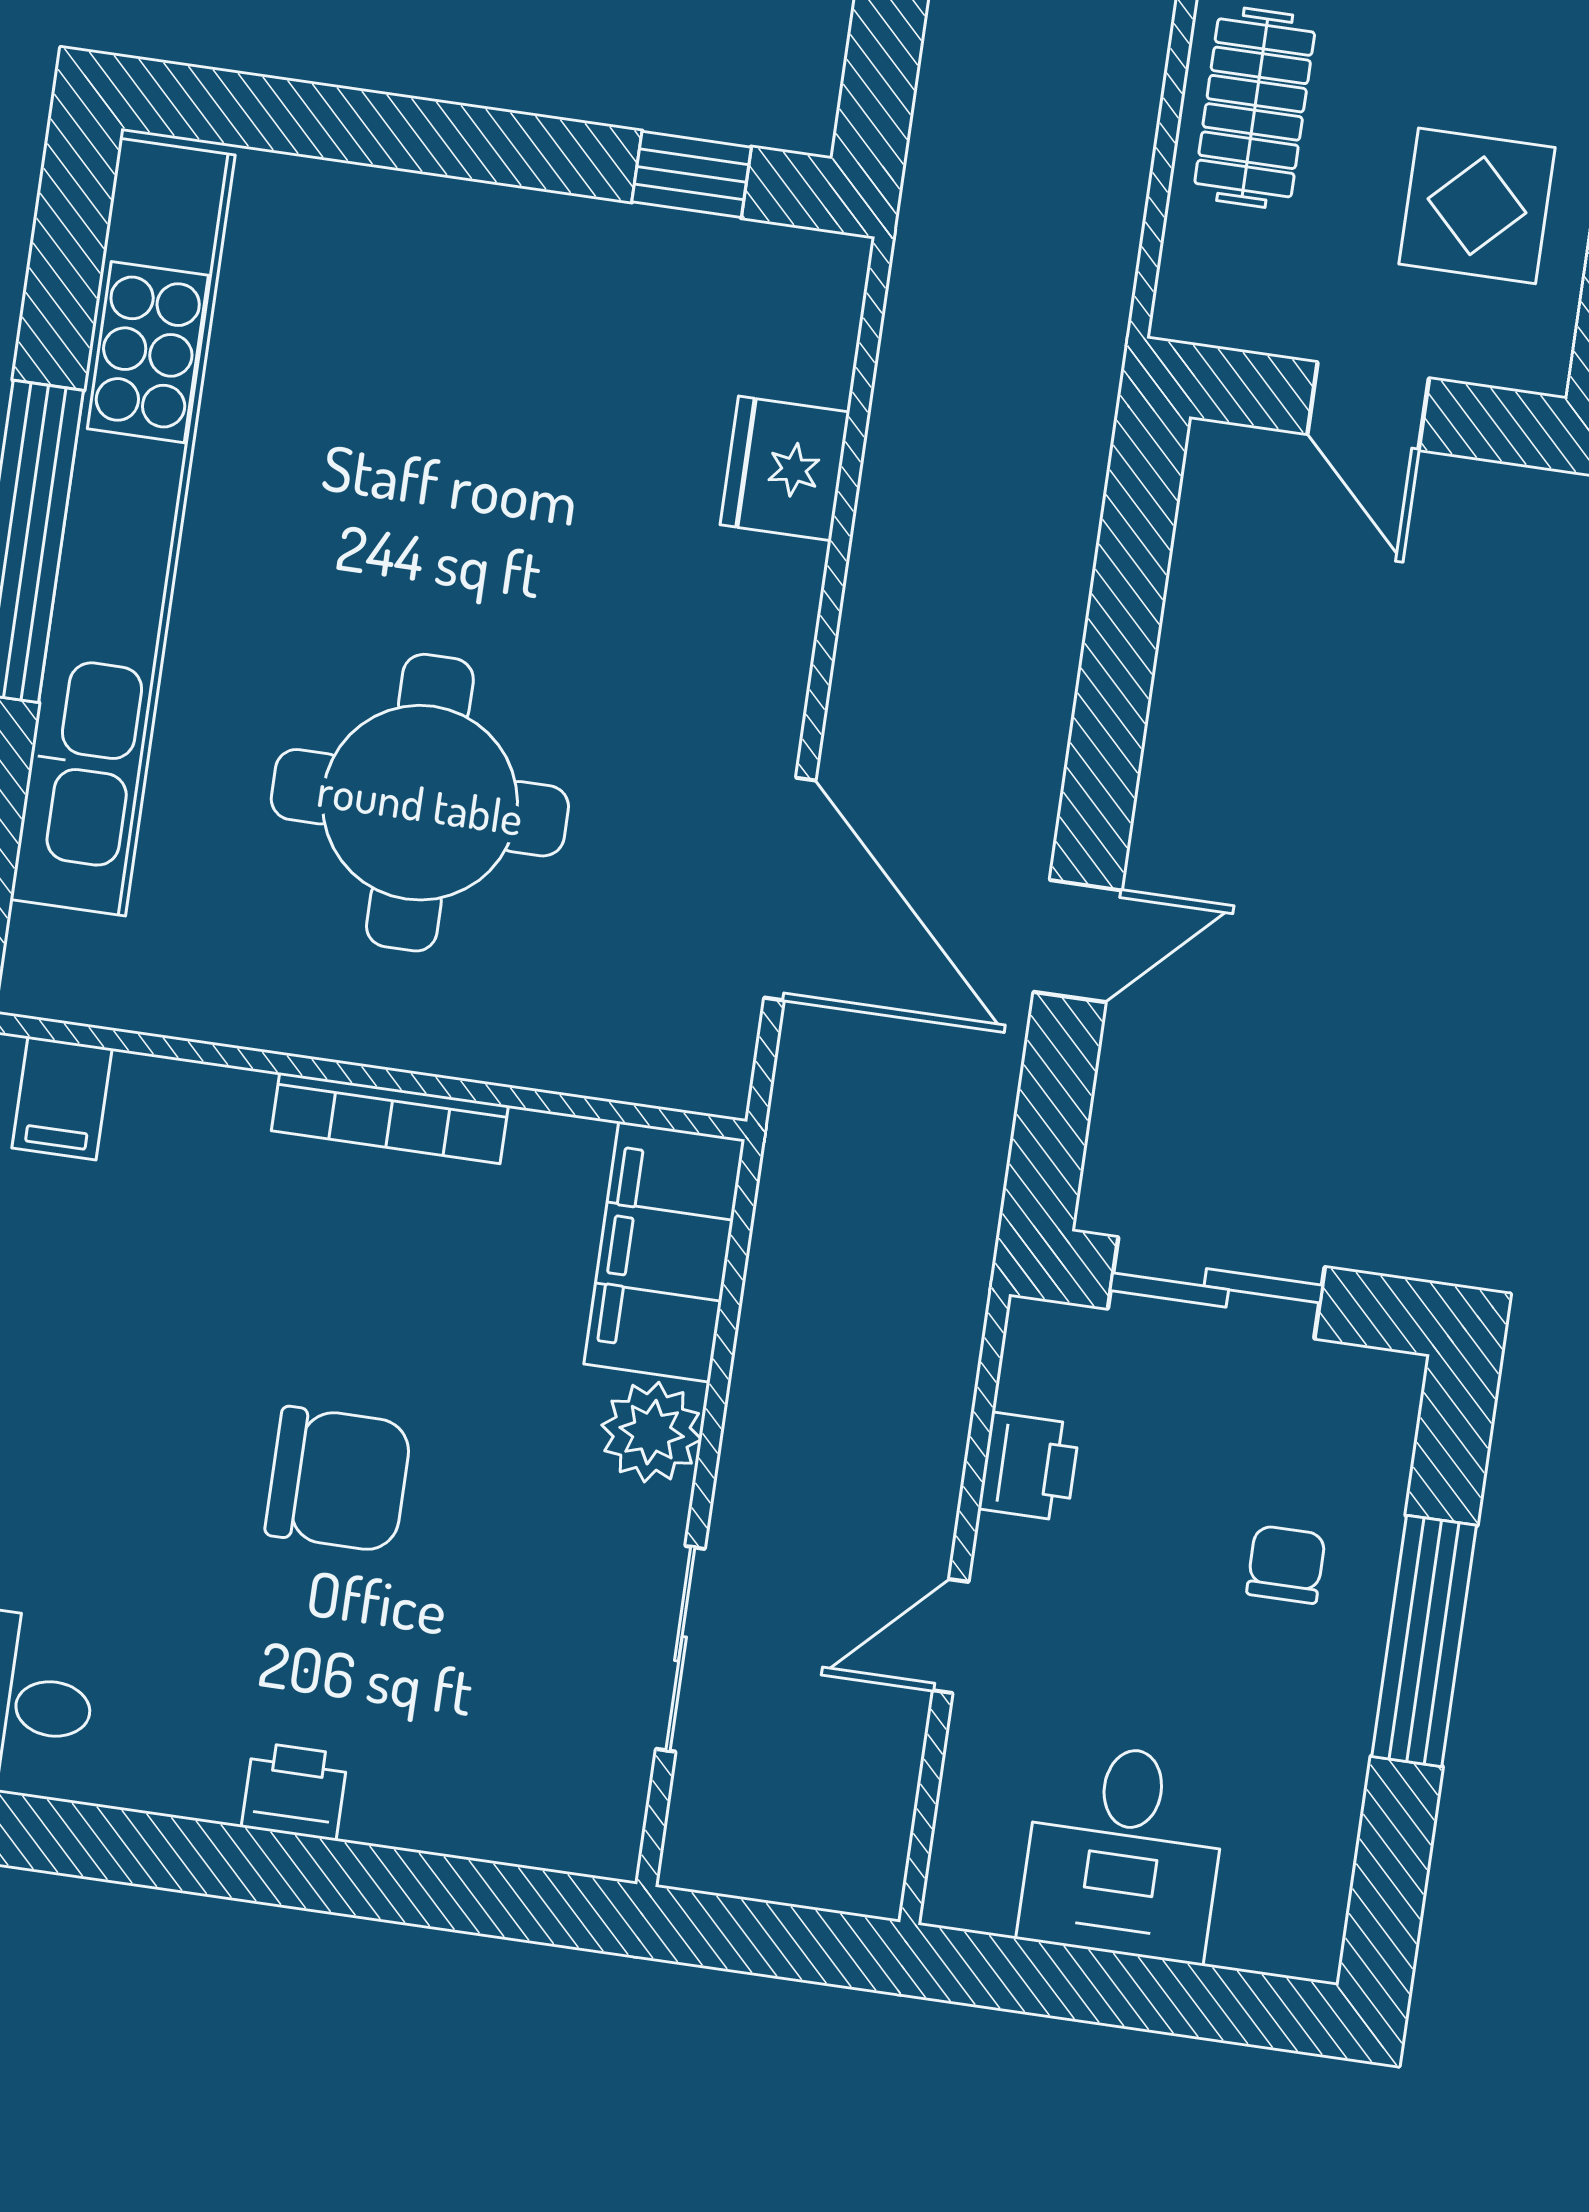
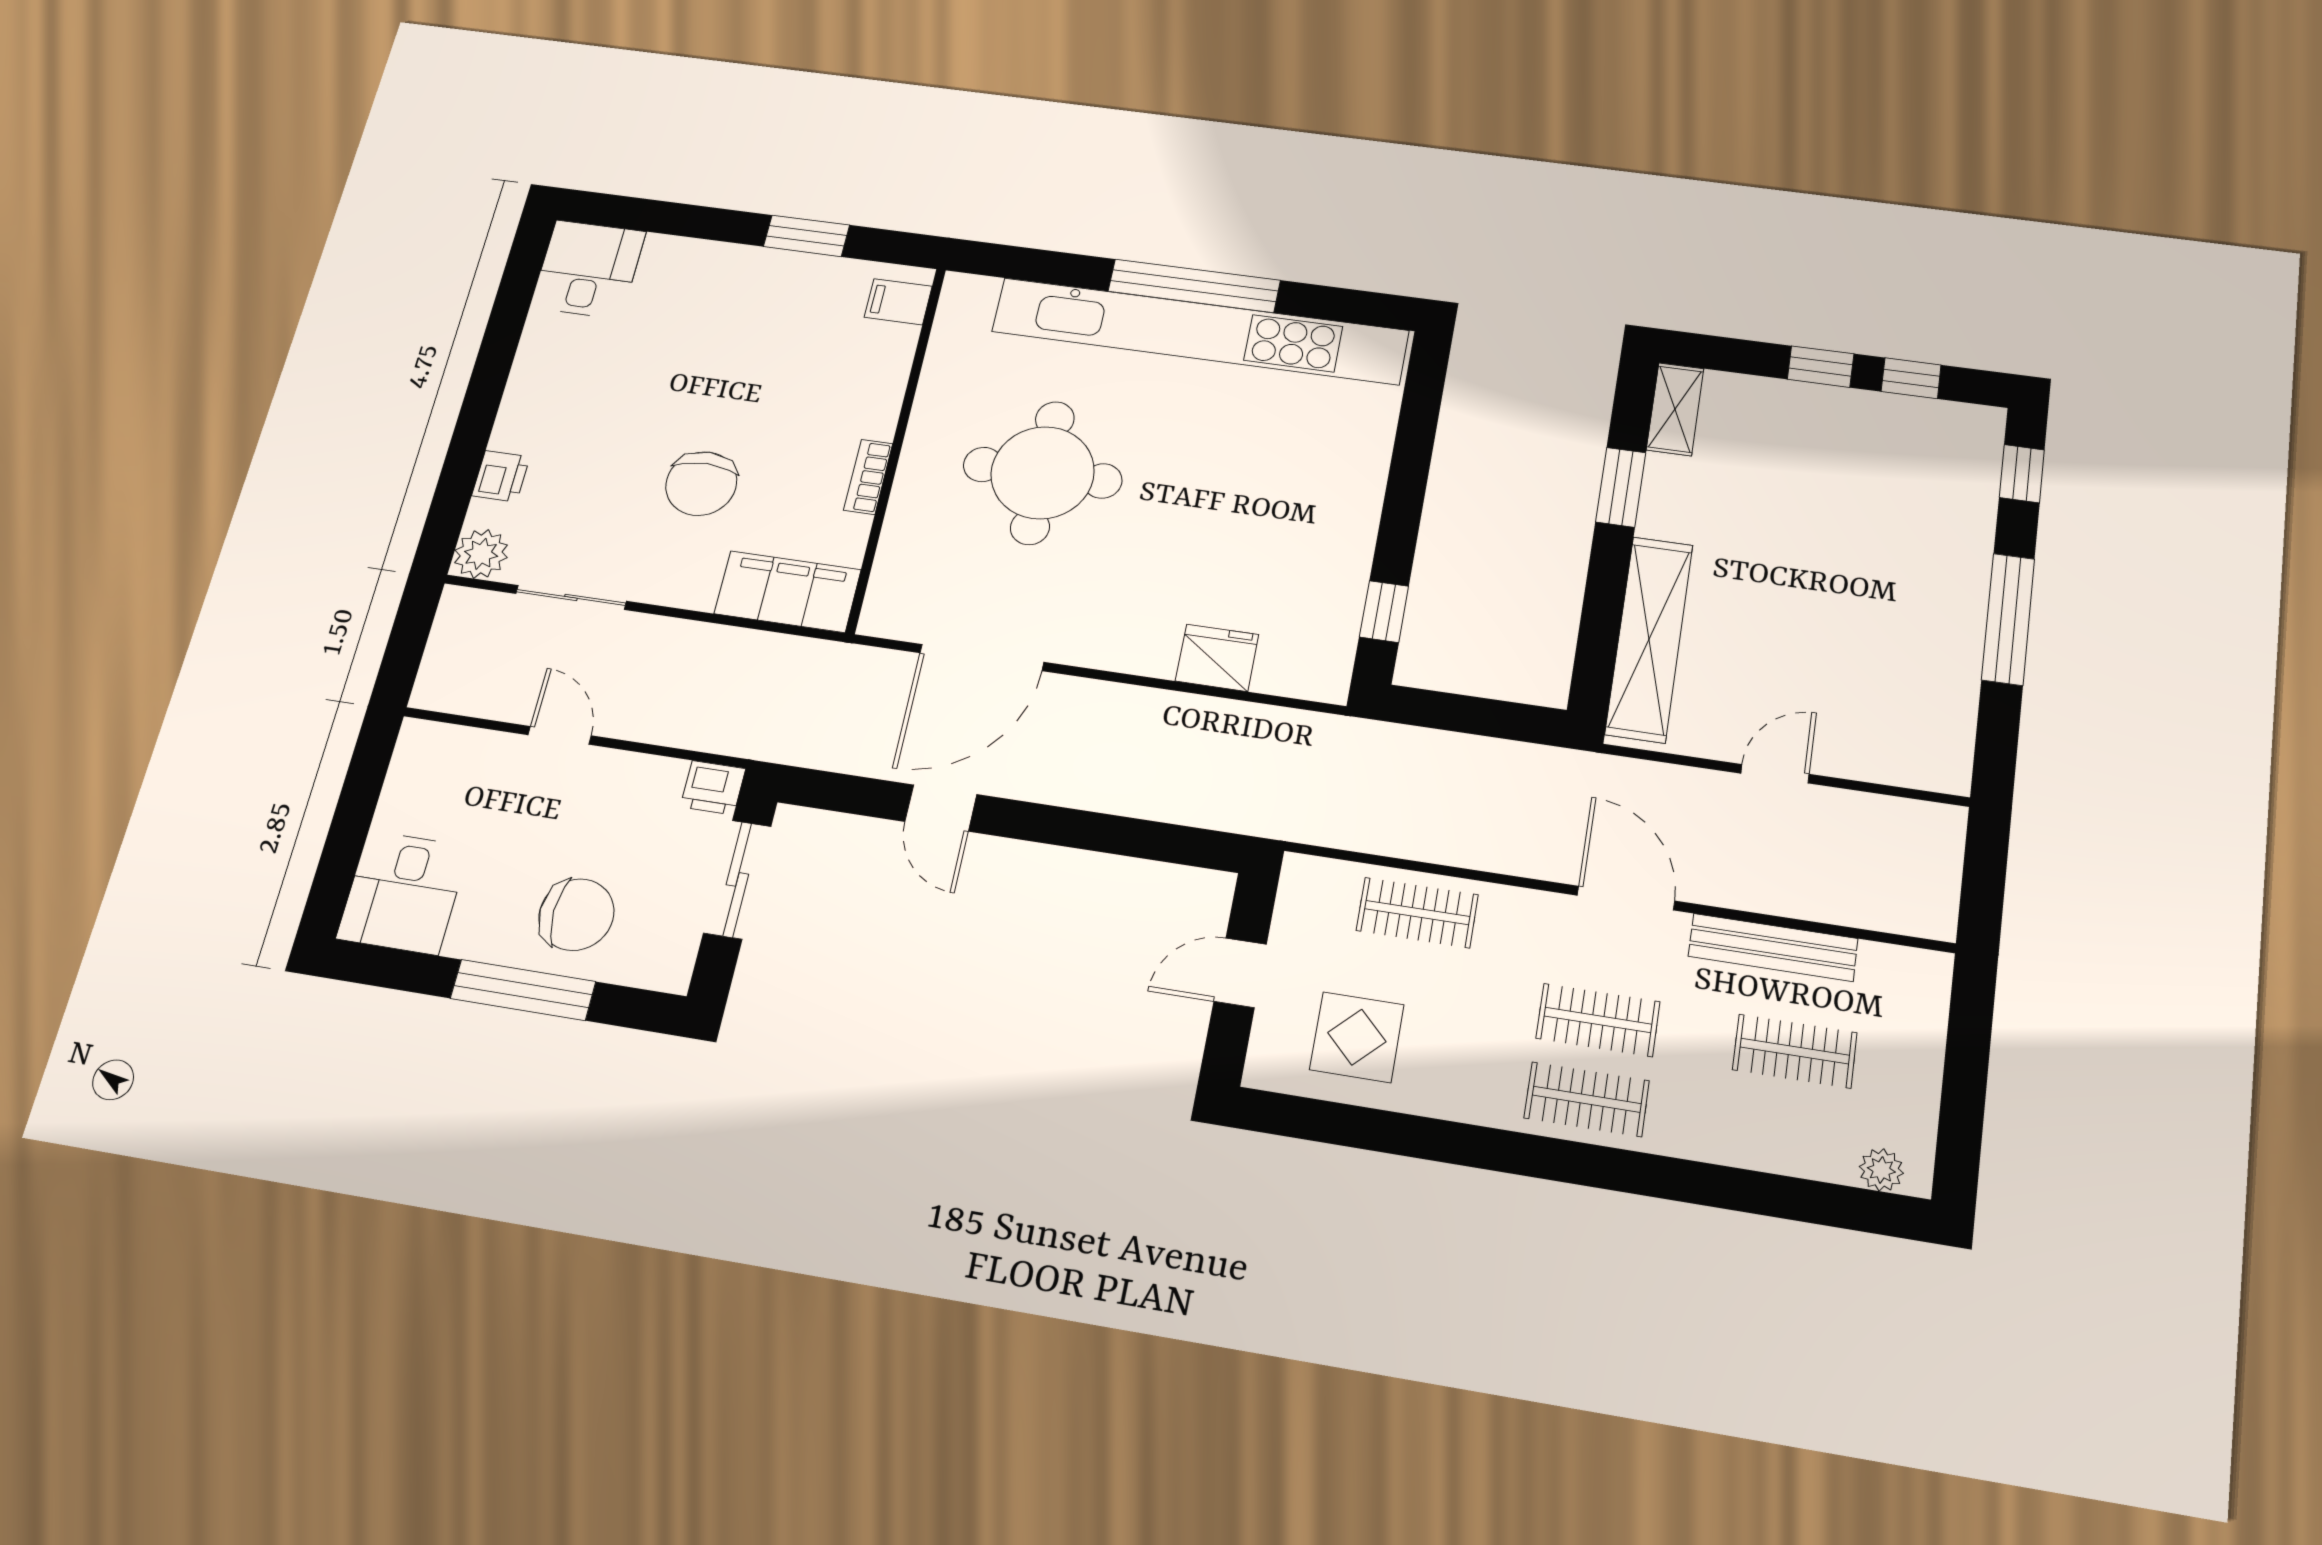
bookcase: (390, 1118) -> (868, 477), width x0.64
plant: (652, 1432) -> (481, 554), moved
printer: (1029, 1467) -> (713, 788), moved
chair: (338, 1479) -> (701, 484), moved
chair: (1286, 1564) -> (576, 915), width x1.87, depth x1.87
printer: (295, 1791) -> (501, 476), moved
desk: (1124, 1852) -> (403, 893), moved, turned -90

